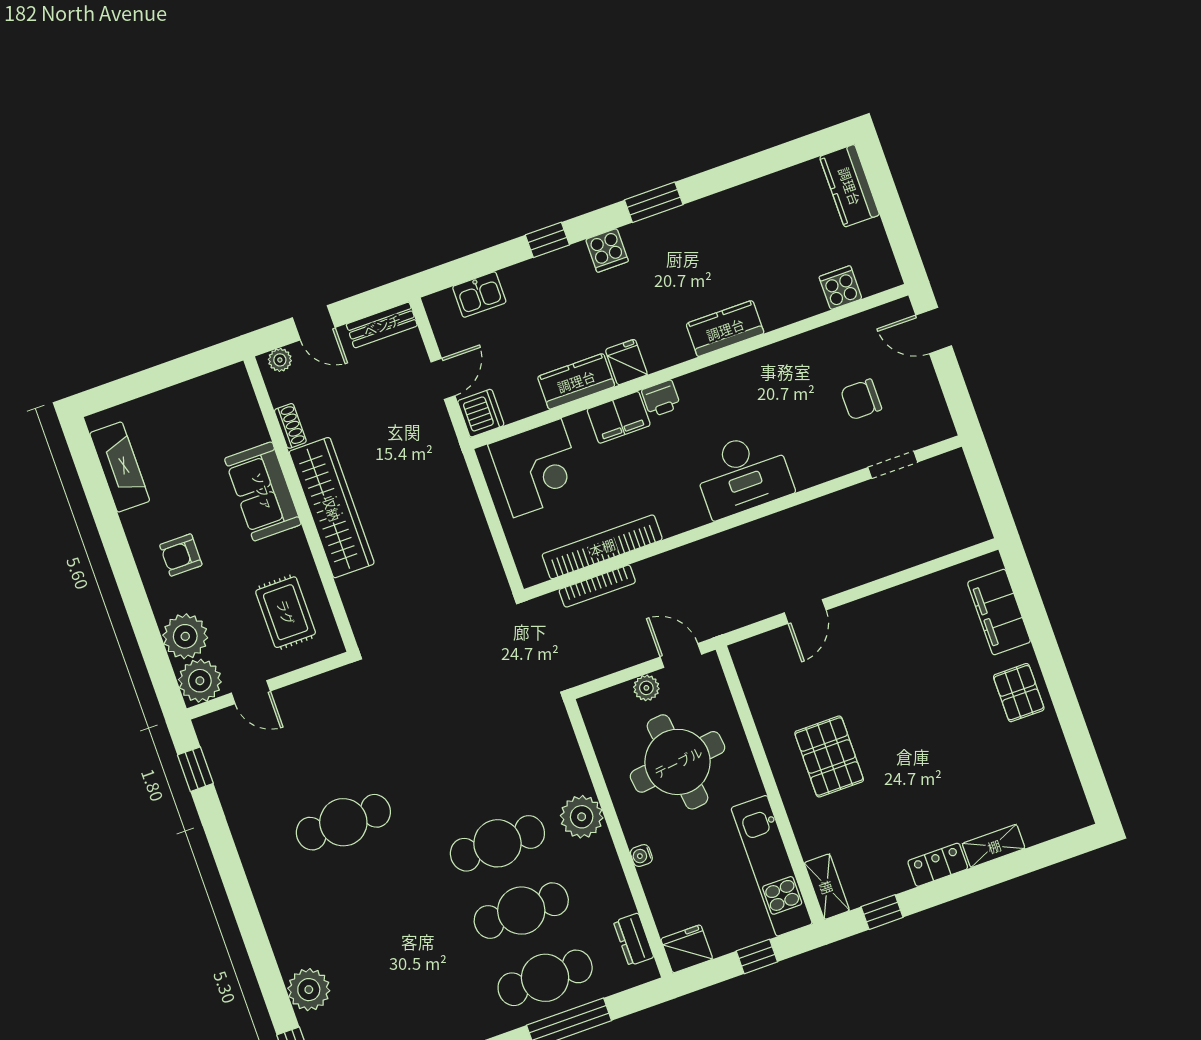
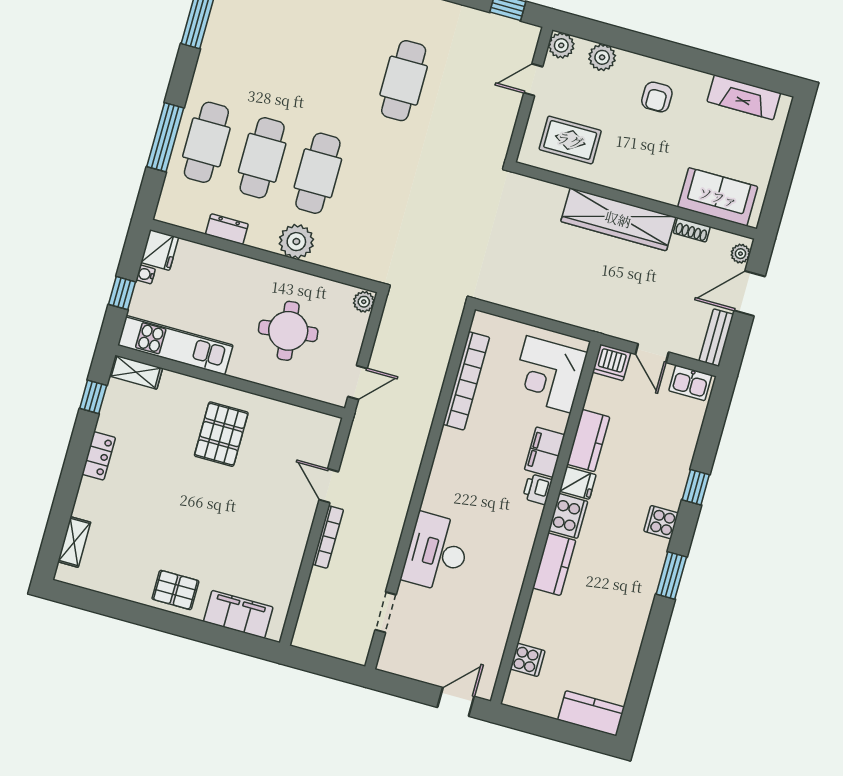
kitchen sink: (479, 295) -> (690, 383), moved, turned -90
door: (314, 323) -> (750, 293), width x1.37
cooker: (666, 348) -> (568, 516), added
chair: (861, 399) -> (444, 622), removed
desk: (743, 474) -> (437, 552), moved
sofa: (263, 491) -> (718, 197), moved
armchair: (181, 555) -> (657, 97), turned 180
bookcase: (597, 586) -> (328, 537), moved, turned 180
plant: (185, 636) -> (602, 57), width x0.73, depth x0.73
plant: (200, 681) -> (561, 45), width x0.73, depth x0.73
plant: (646, 688) -> (364, 302), moved
pallet: (829, 756) -> (221, 434), turned 90
round table: (678, 762) -> (288, 331), width x0.73, depth x0.73
shelving: (994, 846) -> (74, 542), moved
water cooler: (641, 856) -> (146, 274), moved, turned -90
dresser: (634, 939) -> (227, 229), moved

